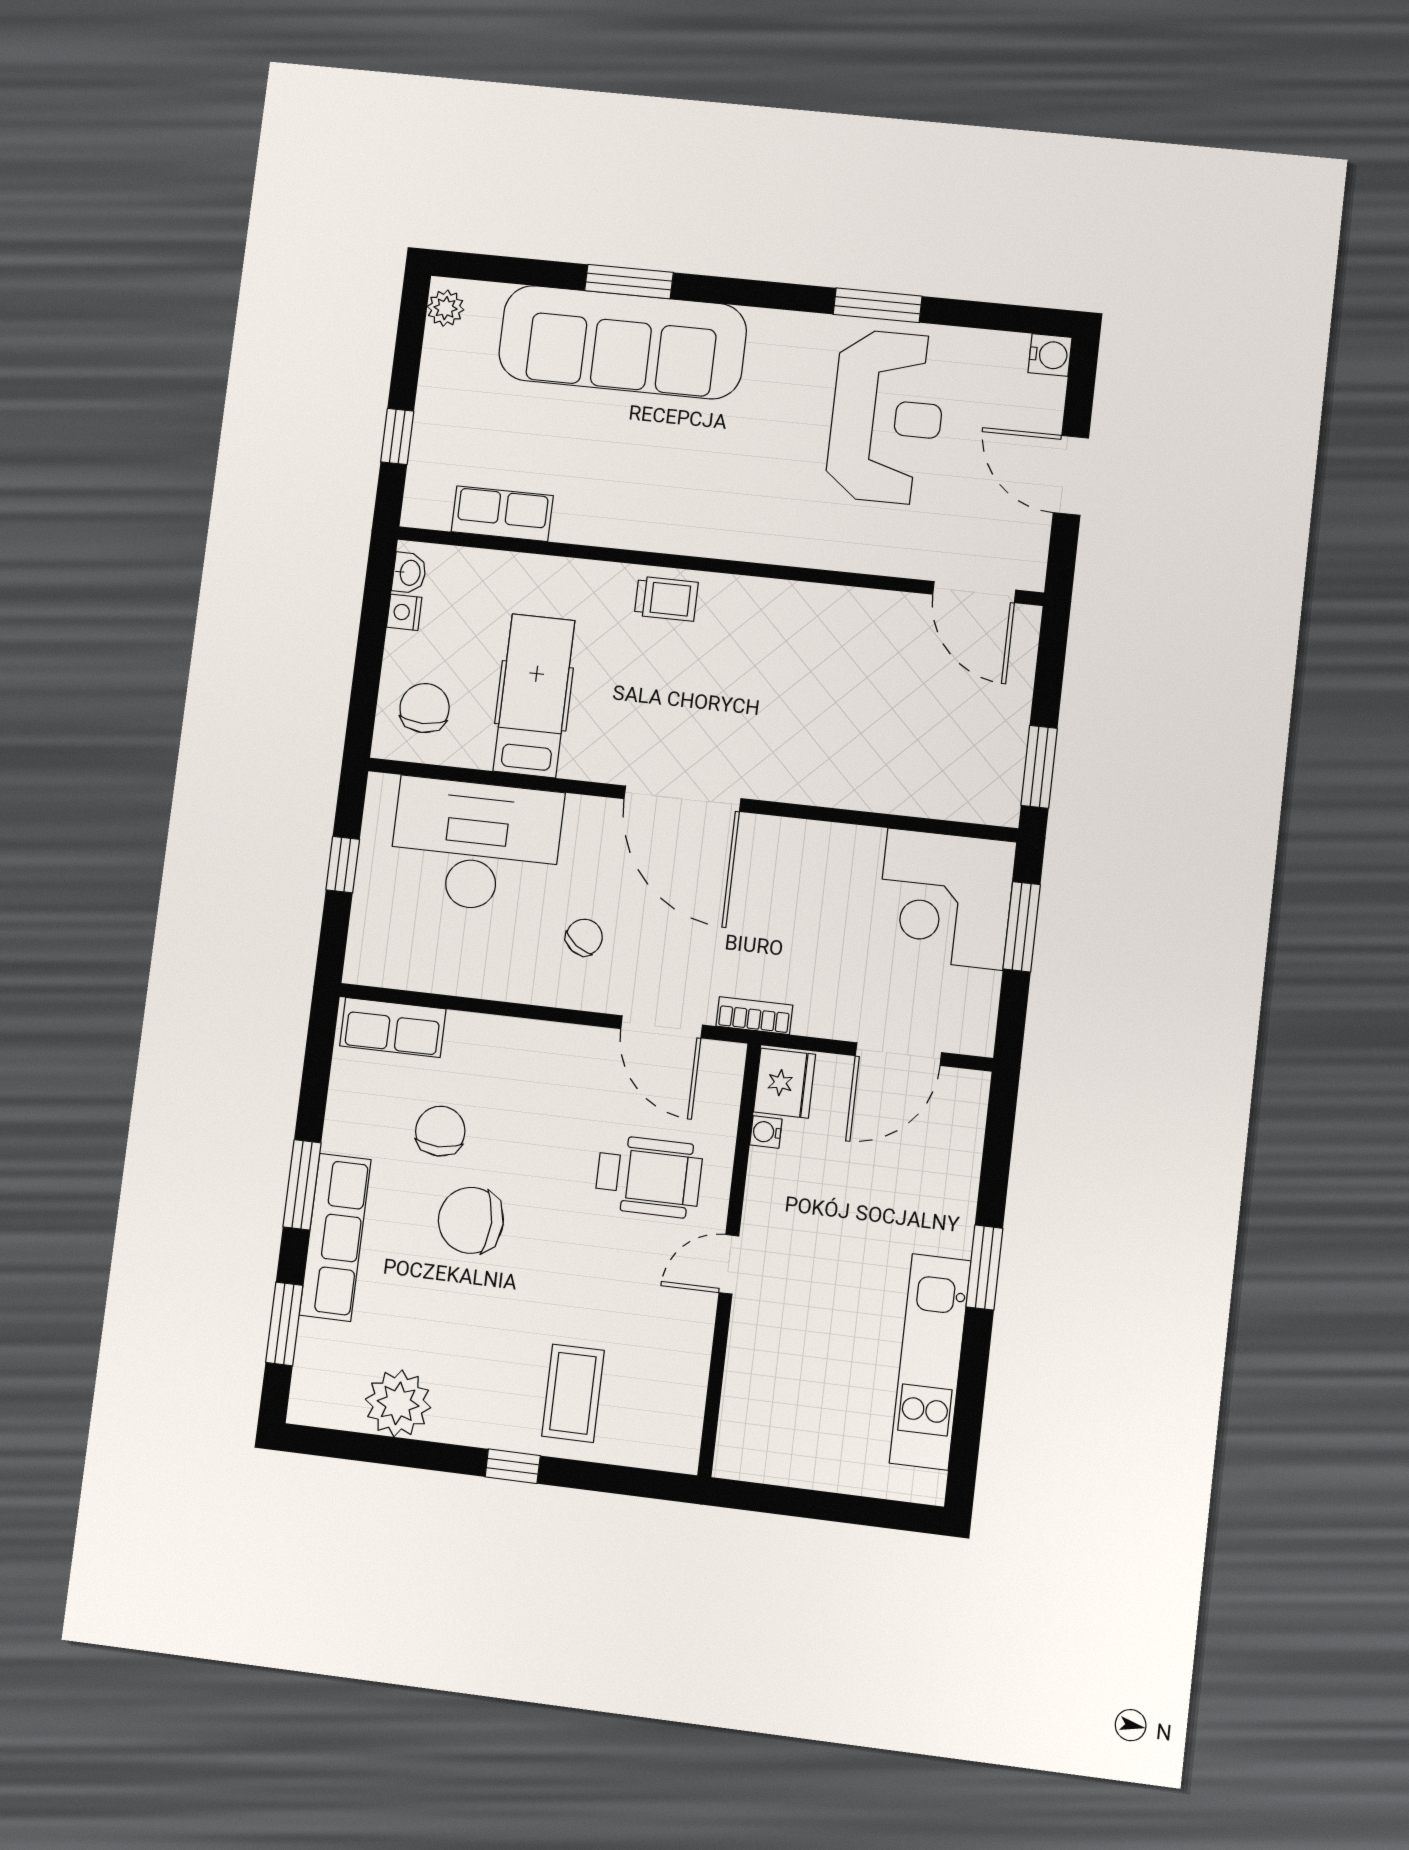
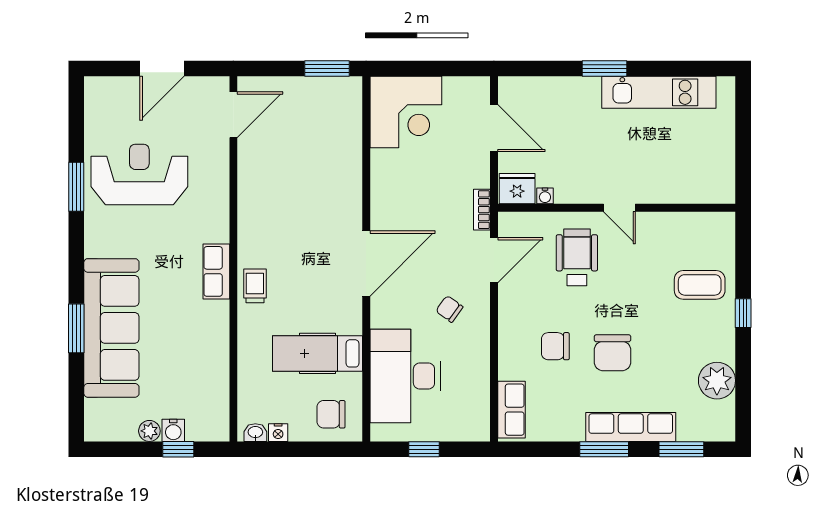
plant: (446, 308) -> (149, 431), moved
water cooler: (1050, 355) -> (173, 430), moved, turned 180
row of seats: (502, 514) -> (216, 271), moved
window: (1022, 927) -> (416, 69), removed
chair: (440, 1131) -> (555, 346), moved

